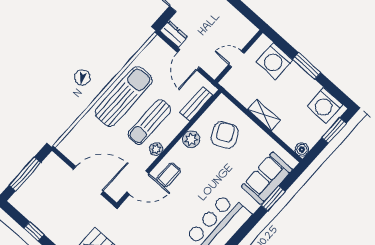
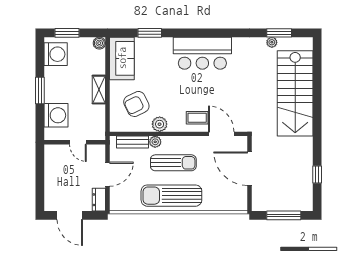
plant: (156, 149) -> (155, 142), moved
sofa: (267, 178) -> (122, 58), moved, turned -90

